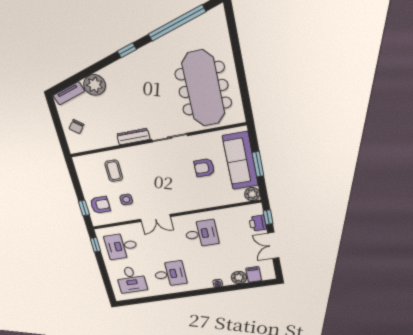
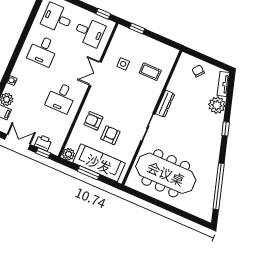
window: (127, 50) -> (226, 129), moved
armchair: (100, 205) -> (93, 121), moved, turned 90
desk: (121, 246) -> (90, 32), turned 90

